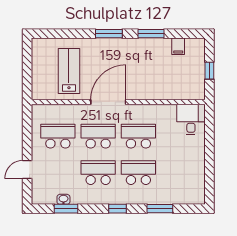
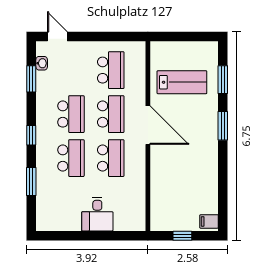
window: (151, 34) -> (223, 80), moved
filing cabinet: (178, 46) -> (209, 221), moved
desk: (191, 119) -> (97, 214), moved, turned 90
door: (27, 170) -> (57, 36), moved
washbasin: (63, 199) -> (42, 63), moved

